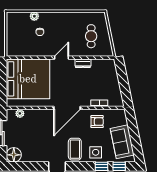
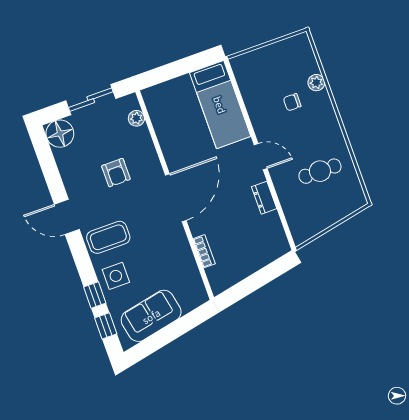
cafe table: (91, 36) -> (320, 171), moved
bed: (28, 79) -> (220, 105), width x0.49
door: (67, 108) -> (176, 198), swing flipped
armchair: (97, 122) -> (116, 173), moved

